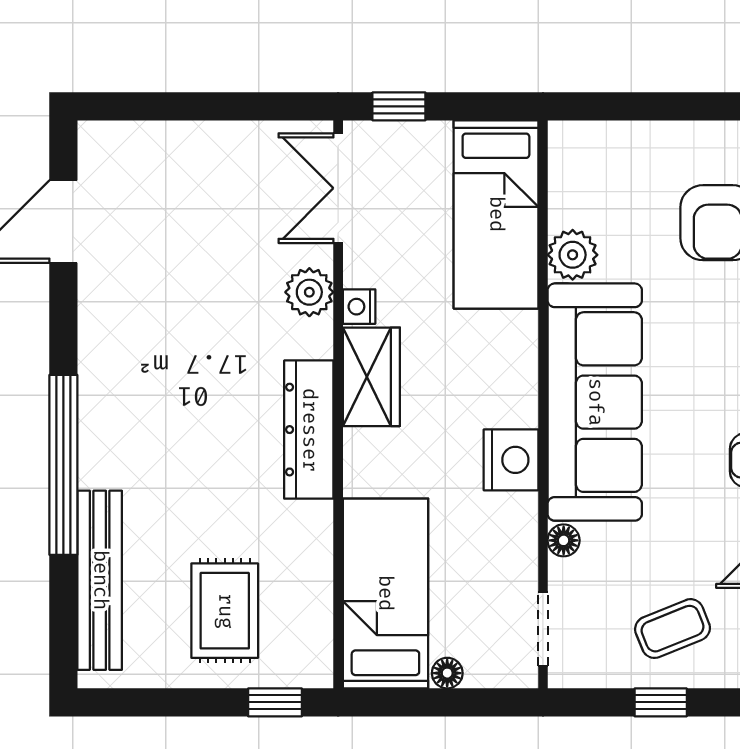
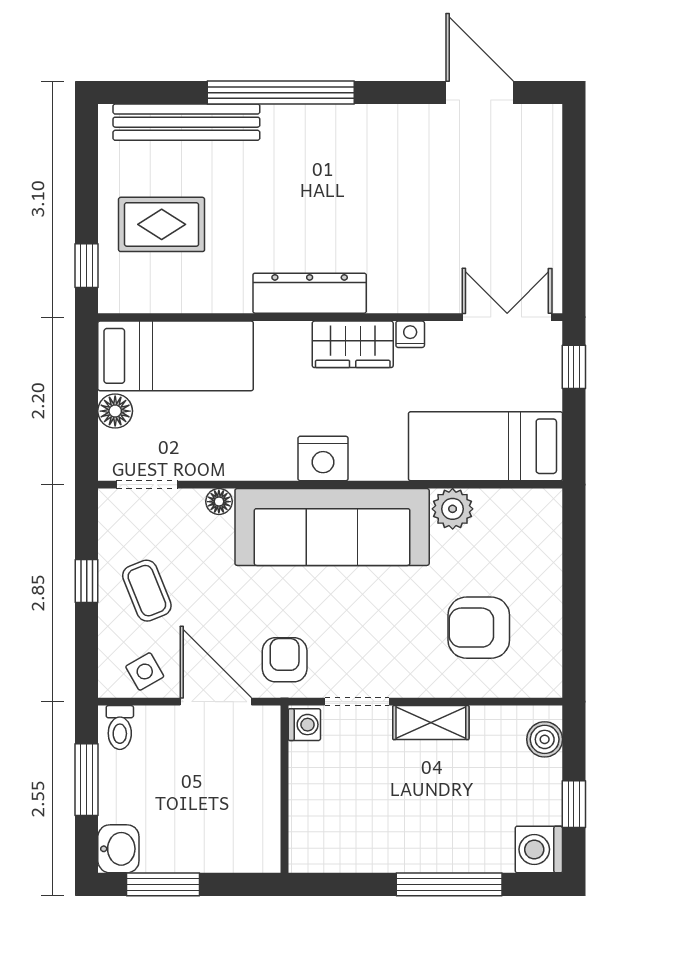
plant: (309, 292) -> (422, 294), removed
nightstand: (511, 460) -> (323, 459), moved
floor lamp: (447, 673) -> (115, 411), width x1.37, depth x1.37

